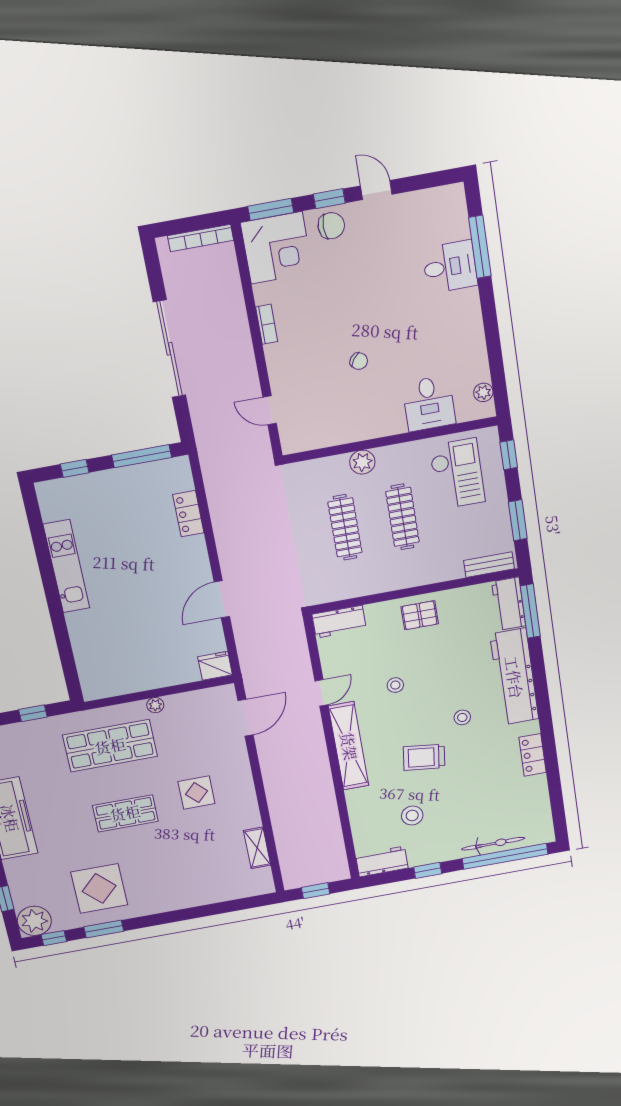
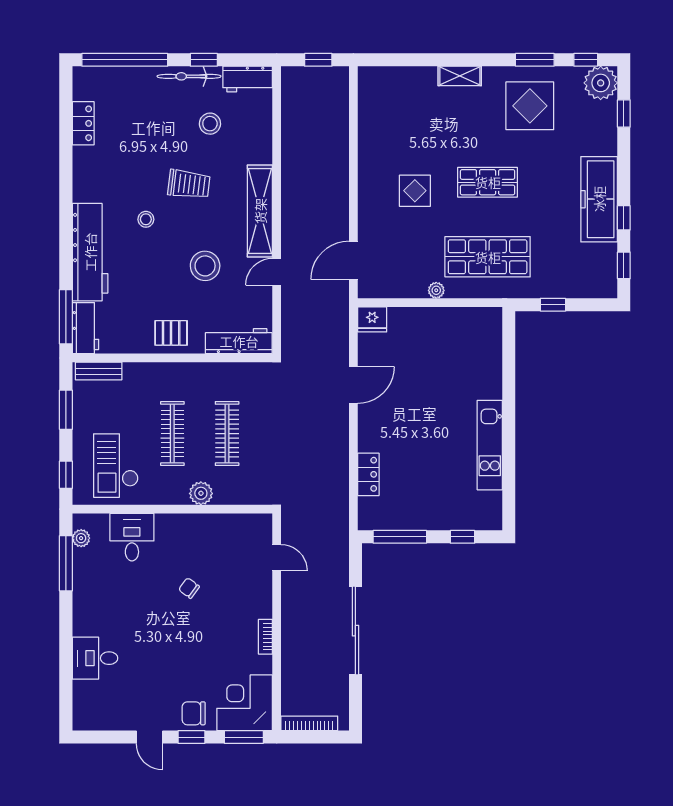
window: (480, 247) -> (66, 563), moved
workbench: (339, 622) -> (239, 341), width x1.38
stool: (395, 685) -> (205, 266), width x1.89, depth x1.89
locker: (533, 755) -> (83, 123), moved
bicycle: (493, 844) -> (189, 76), moved
shelving: (257, 848) -> (460, 76), moved, turned 90

